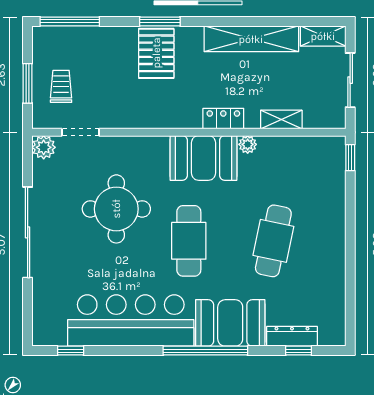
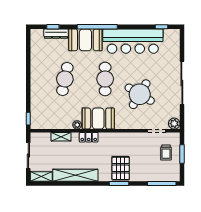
round table: (116, 209) -> (140, 94), turned 31

